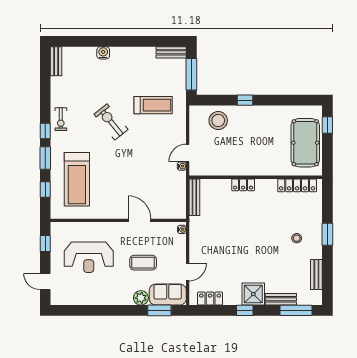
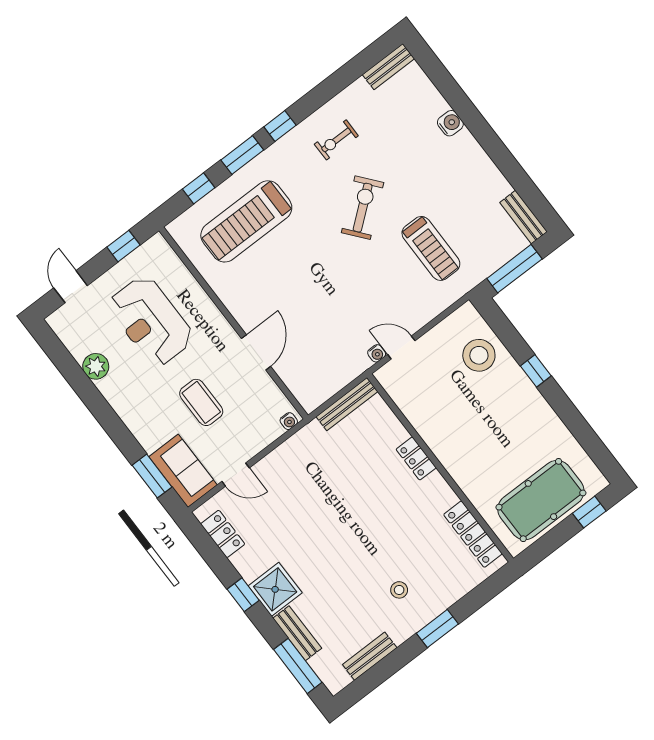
exercise bike: (61, 119) -> (336, 140), moved
plant: (141, 298) -> (96, 366), moved

